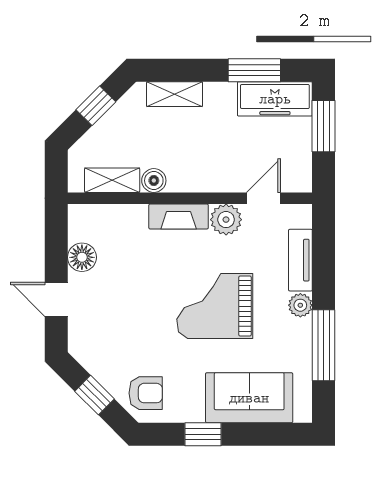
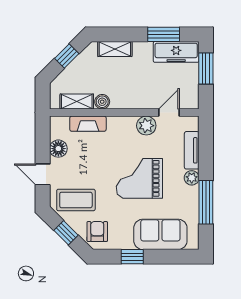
fireplace: (179, 217) -> (88, 124), moved
coffee table: (111, 341) -> (76, 200), added
armchair: (146, 393) -> (97, 231), turned -90

